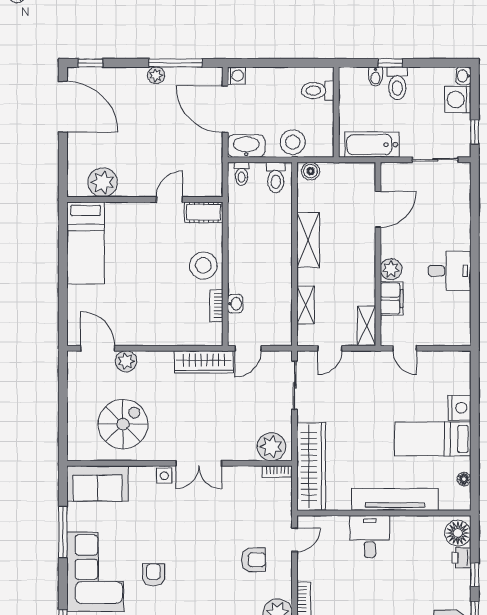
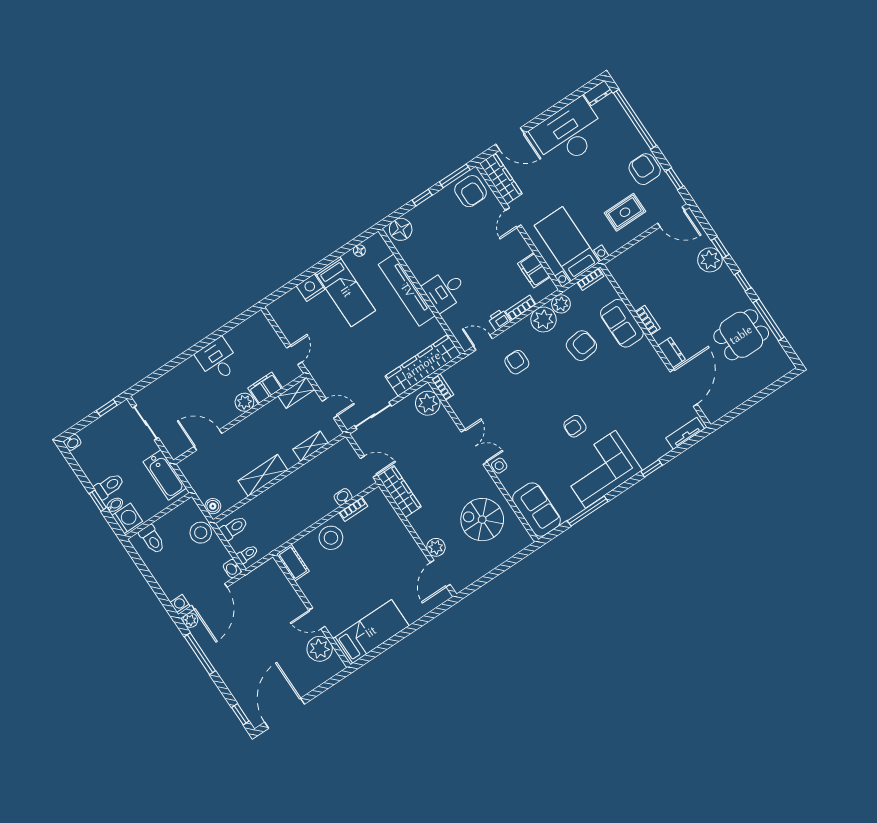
plant: (156, 75) -> (190, 620), moved
washing machine: (458, 100) -> (127, 518), moved, turned -90
washbasin: (246, 146) -> (232, 569), width x0.52, depth x0.69
door: (170, 199) -> (317, 618), moved
printer: (461, 558) -> (499, 320), moved, turned 180

